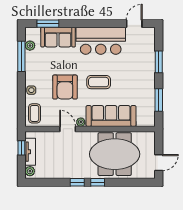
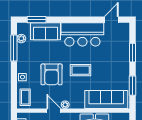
sofa: (111, 116) -> (106, 99), moved

